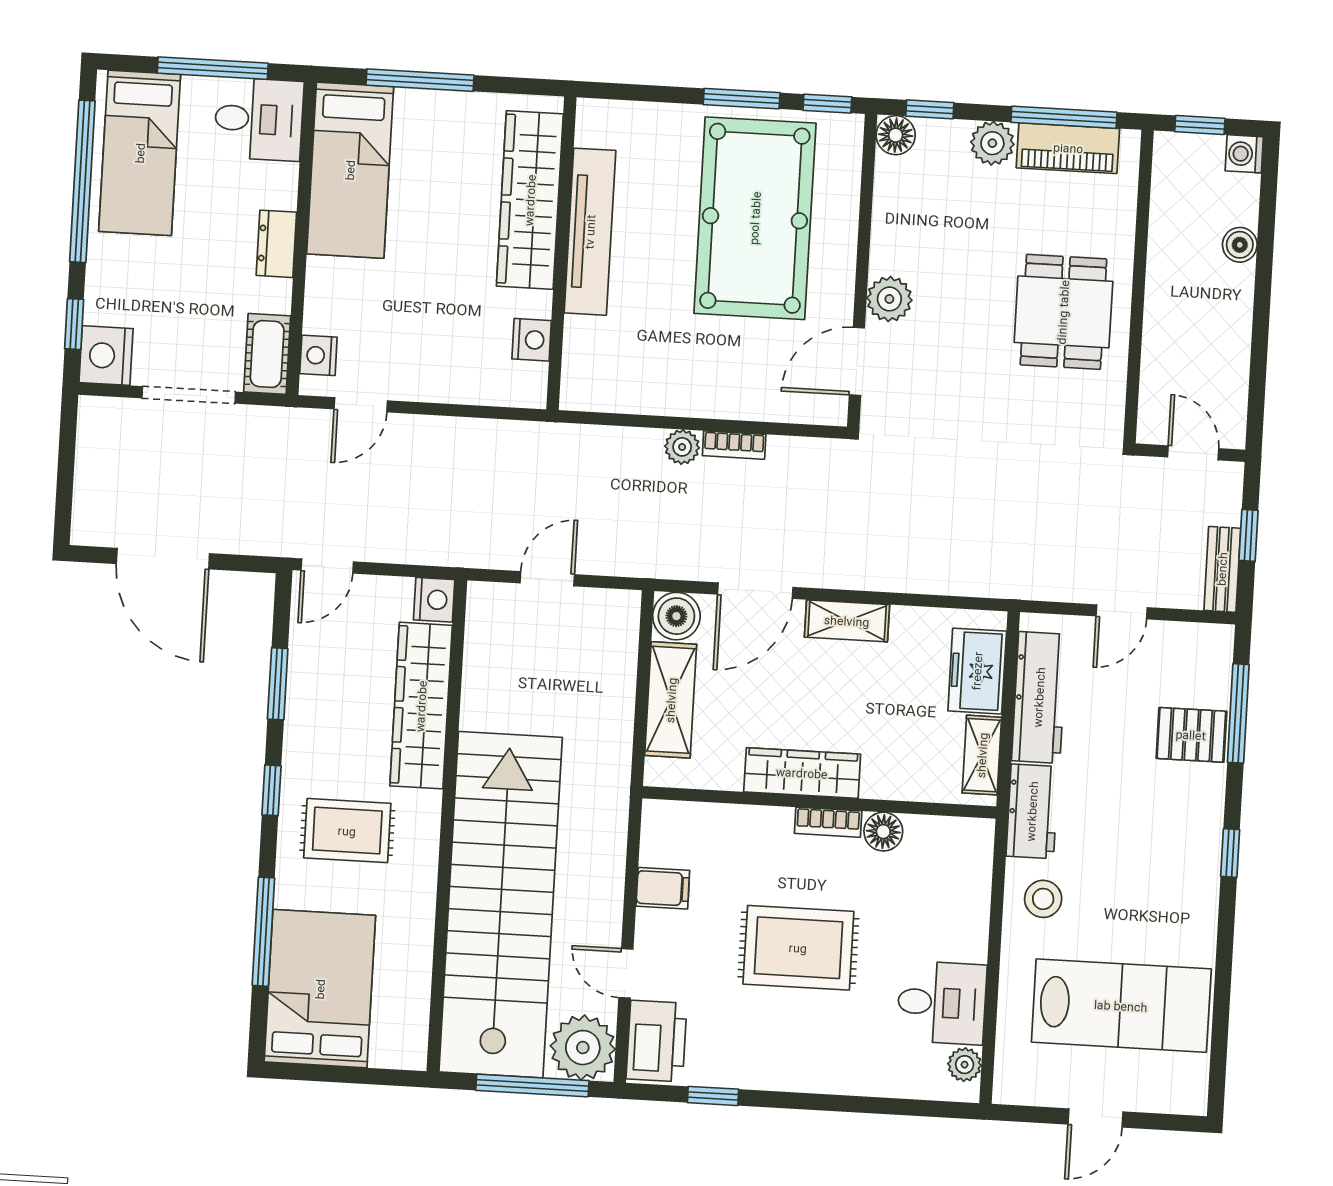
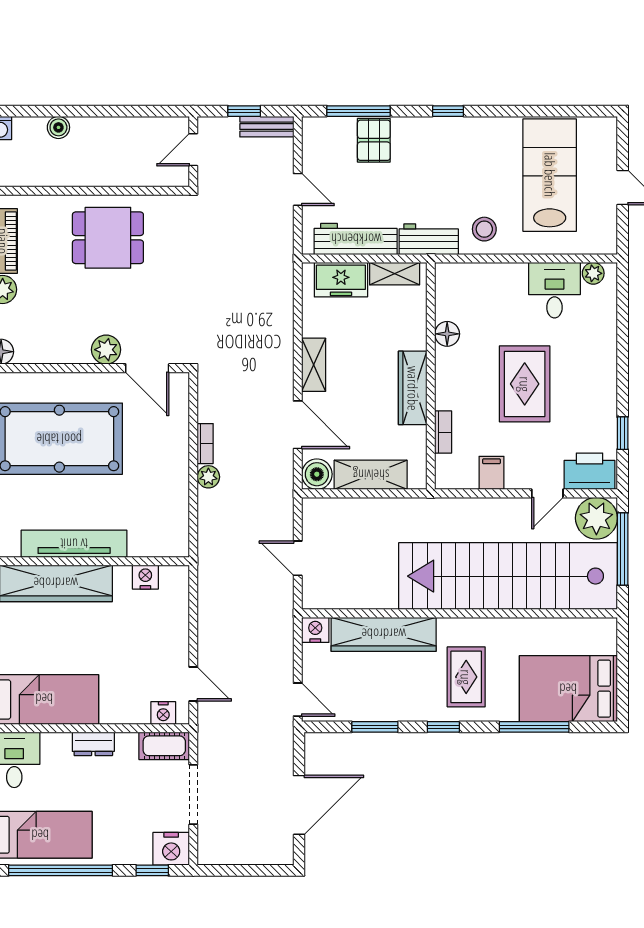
bookcase: (828, 822) -> (443, 432), moved

